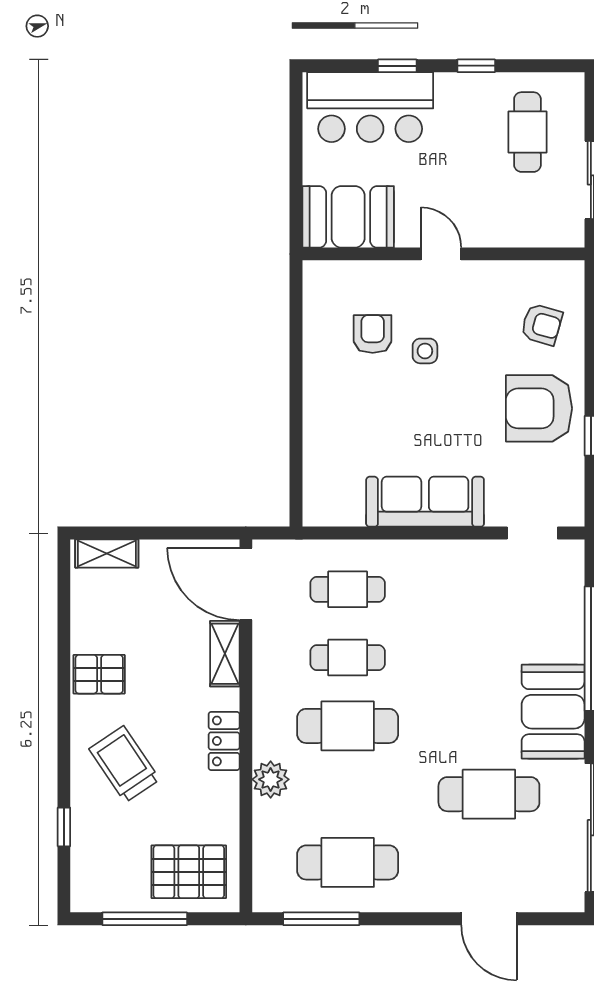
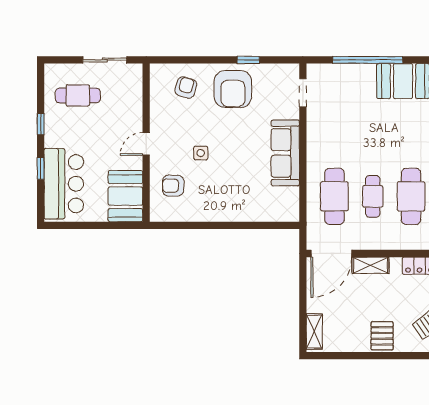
armchair: (373, 334) -> (173, 186), moved
cafe table: (348, 589) -> (334, 196), width x1.37, depth x1.35

